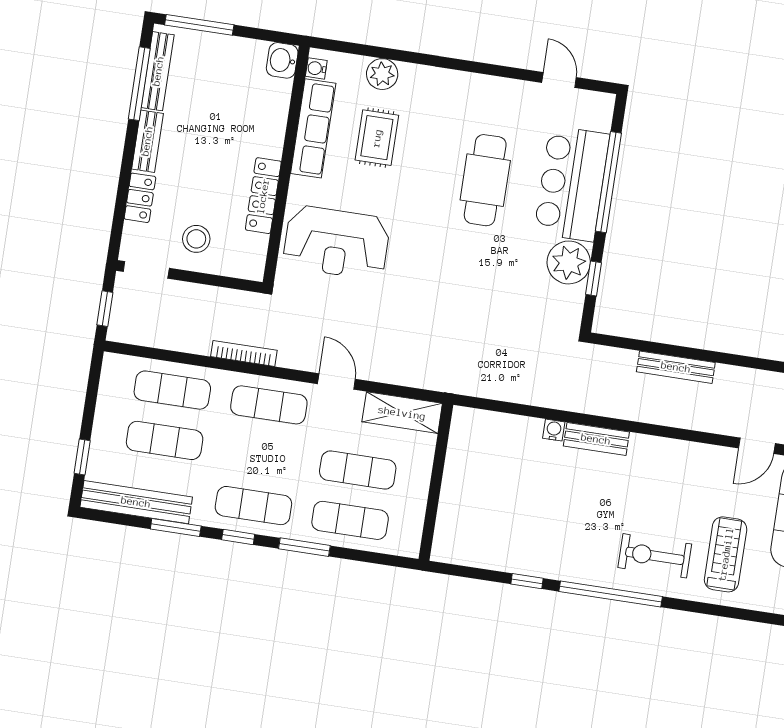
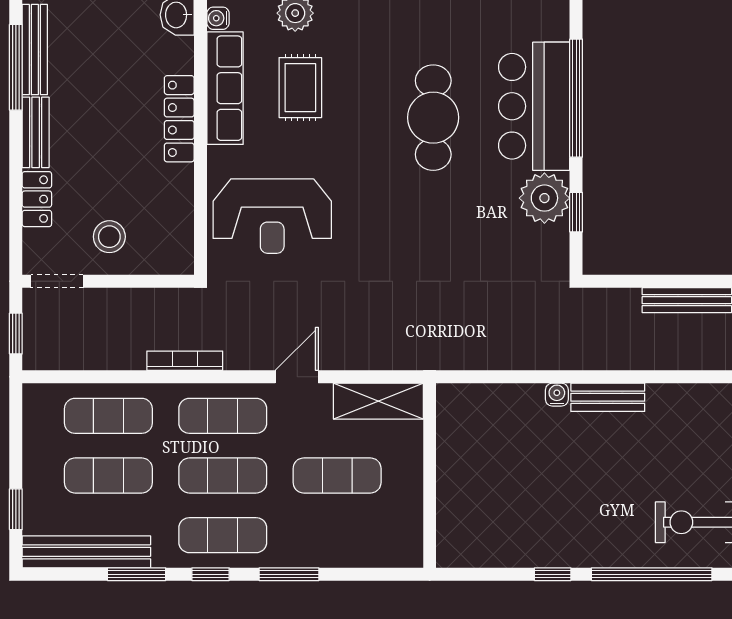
locker: (263, 196) -> (179, 119), moved
door: (336, 381) -> (297, 377), hinge flipped
exercise mat: (350, 520) -> (223, 475), moved

